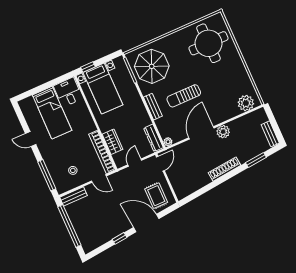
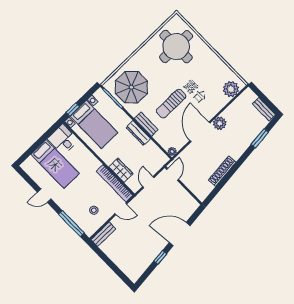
dresser: (153, 138) -> (138, 133), moved
shoe rack: (225, 169) -> (222, 171), moved
rug: (156, 196) -> (180, 205), removed
window: (69, 226) -> (110, 263), removed

